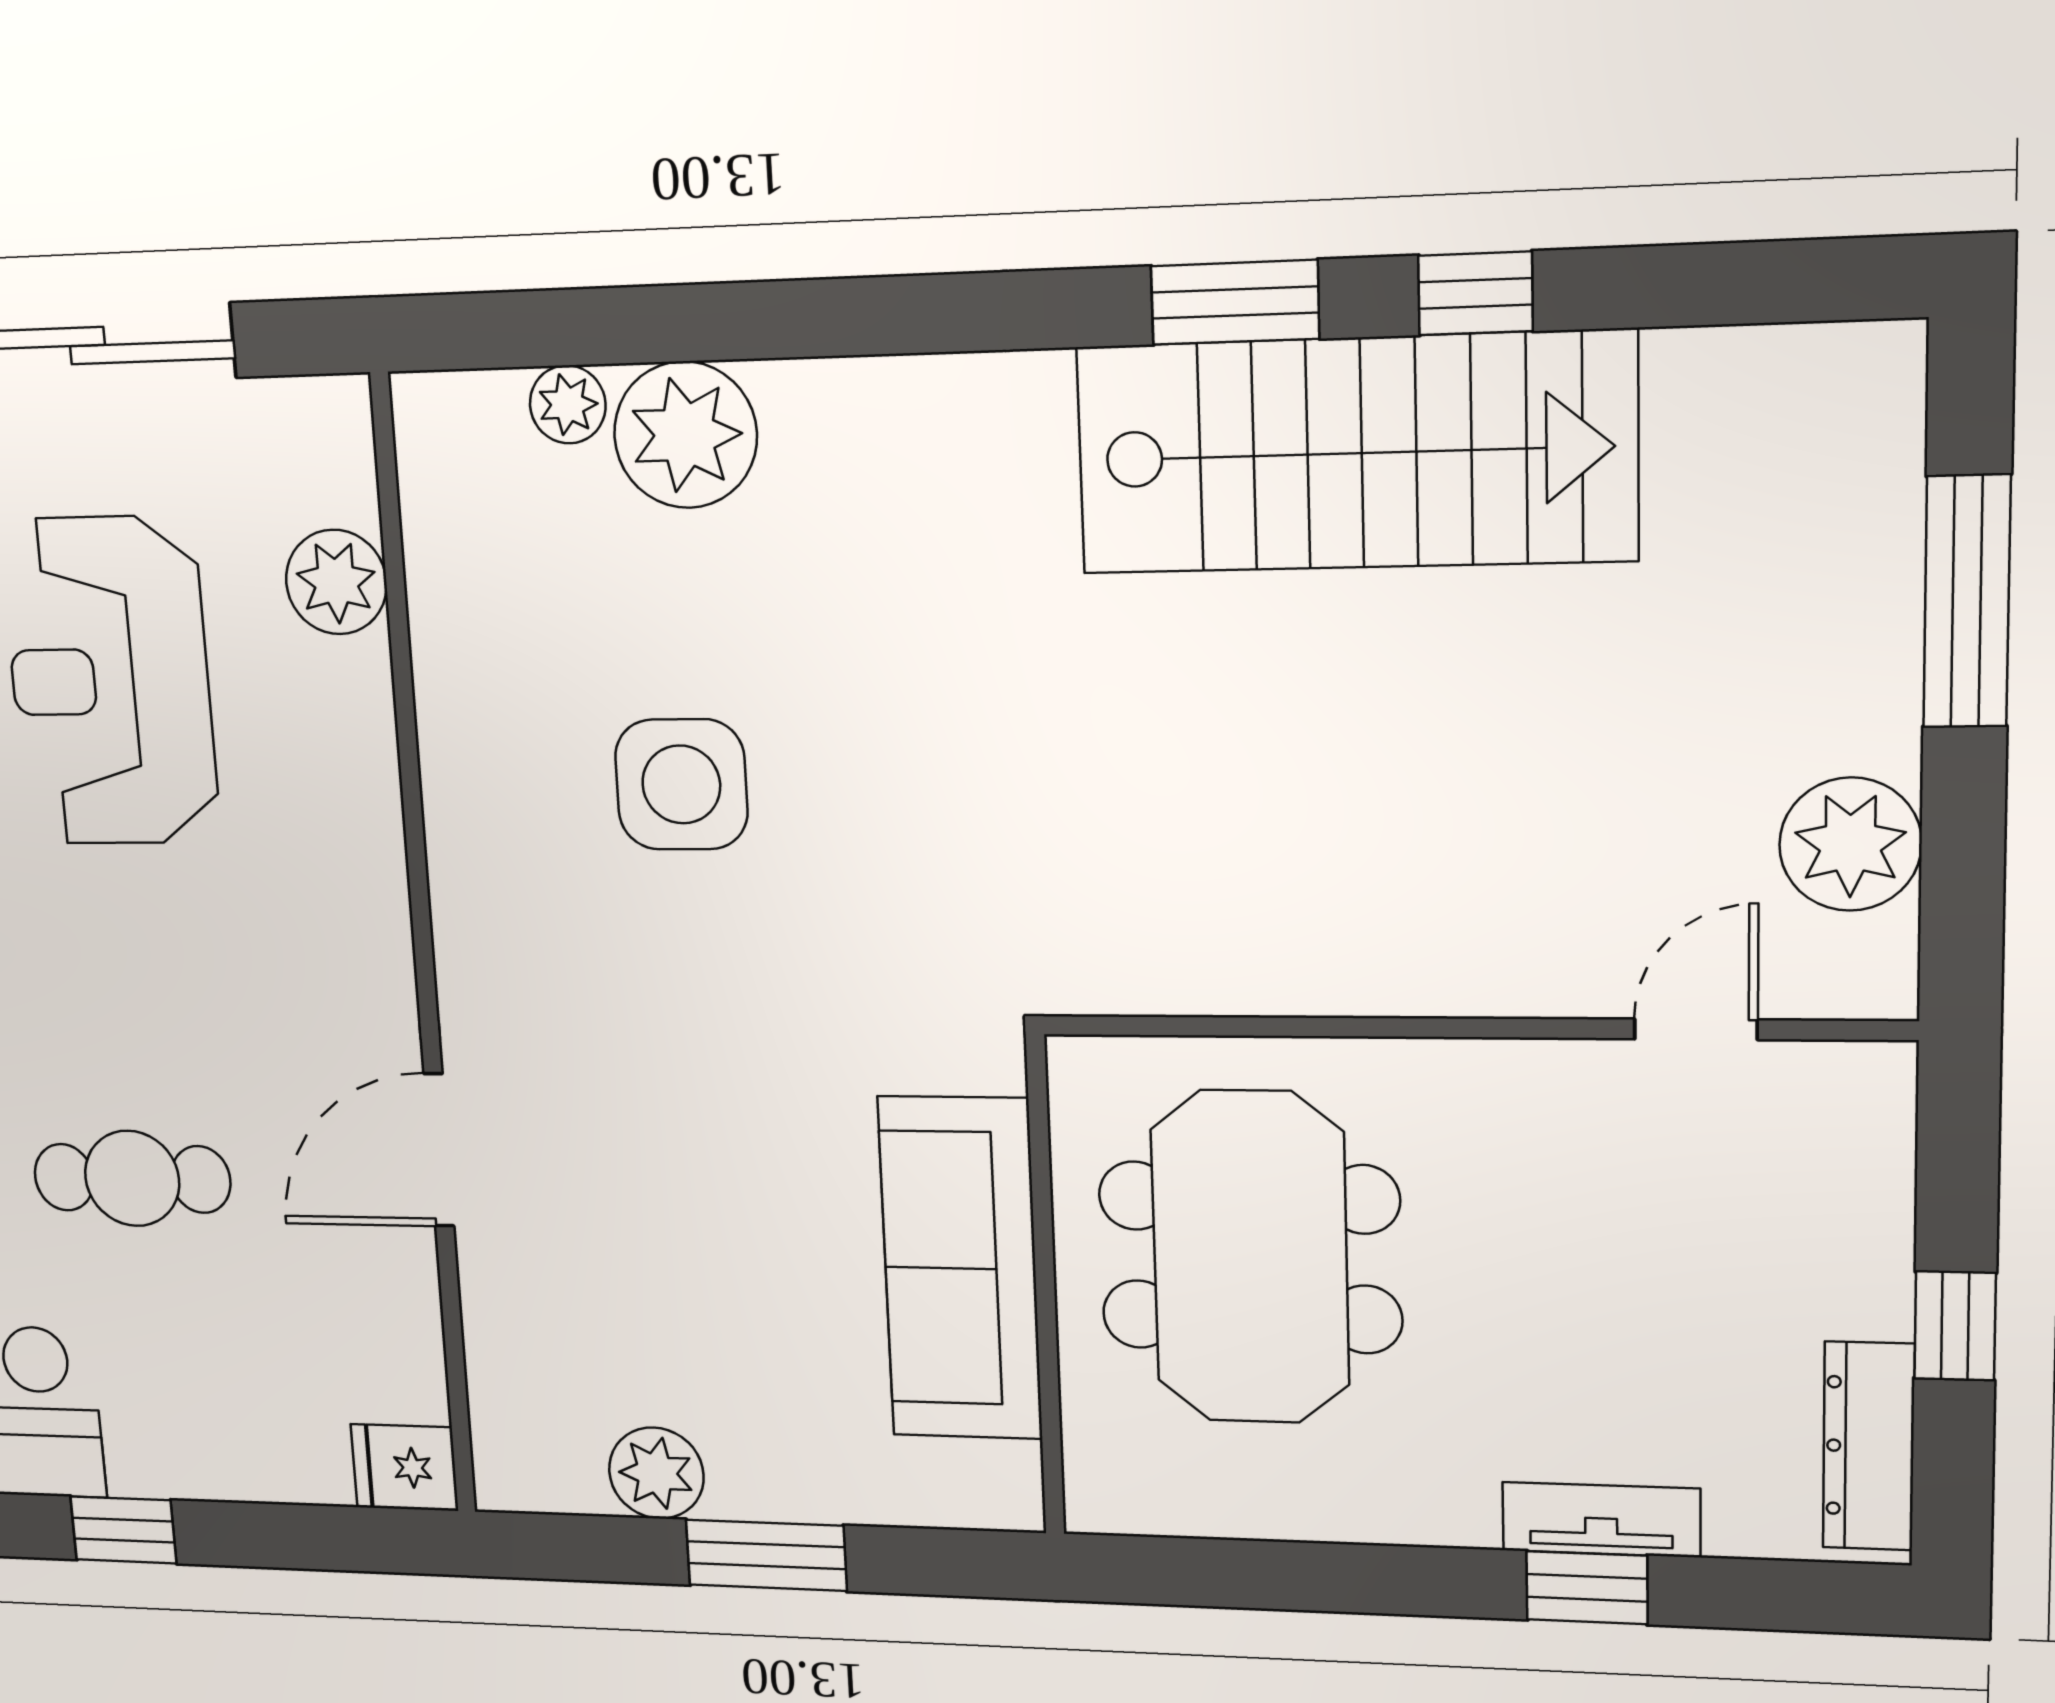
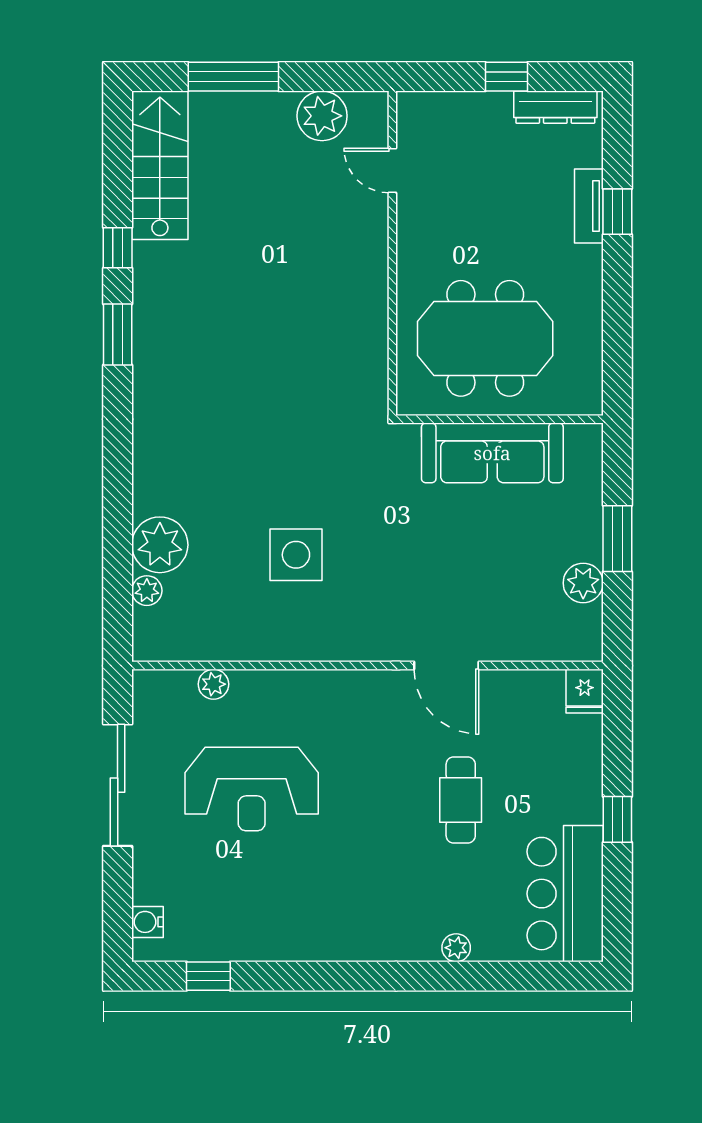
stairs: (1355, 453) -> (160, 165), moved, width x0.73, depth x0.66
plant: (336, 582) -> (213, 684), width x0.73, depth x0.73

